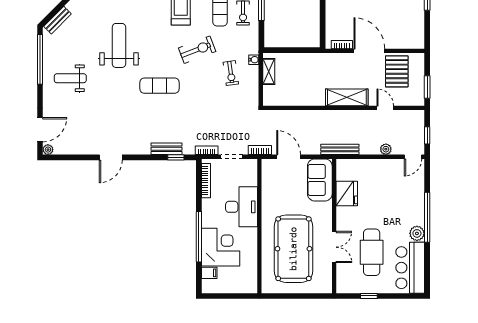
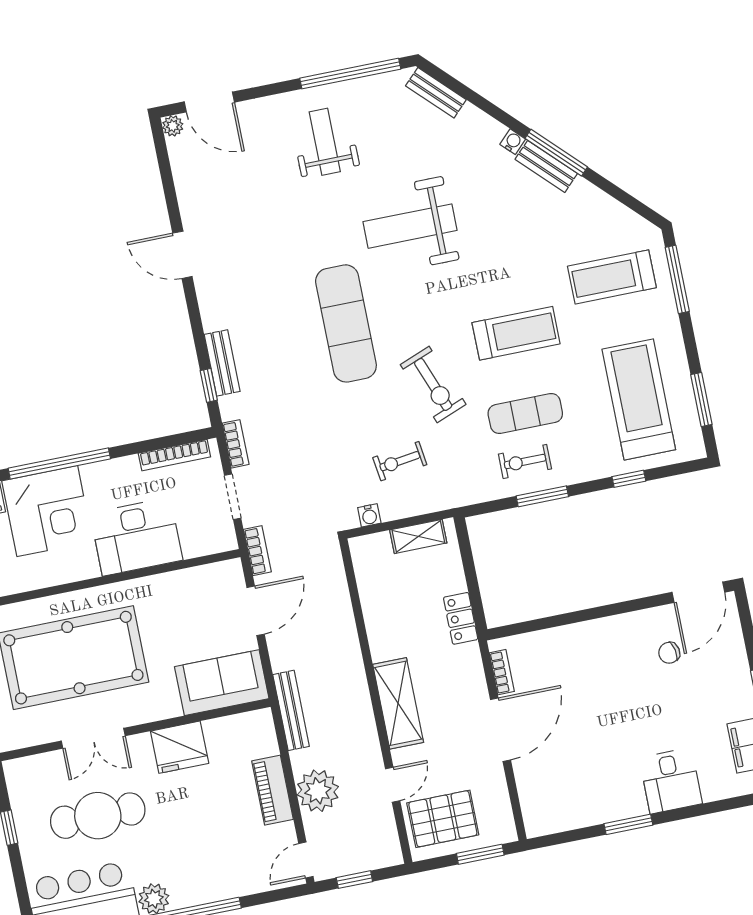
weight bench: (119, 45) -> (410, 226), turned 180
locker: (312, 59) -> (461, 618), added
water cooler: (254, 60) -> (369, 515), moved
pallet: (397, 71) -> (443, 819), moved
exercise mat: (160, 86) -> (346, 323), width x1.36, depth x1.45
window: (427, 87) -> (480, 854), moved
plant: (386, 149) -> (318, 791), width x1.88, depth x1.88
door: (413, 157) -> (306, 860), hinge flipped
piano: (376, 166) -> (273, 790), added
fridge: (347, 193) -> (180, 747), moved

